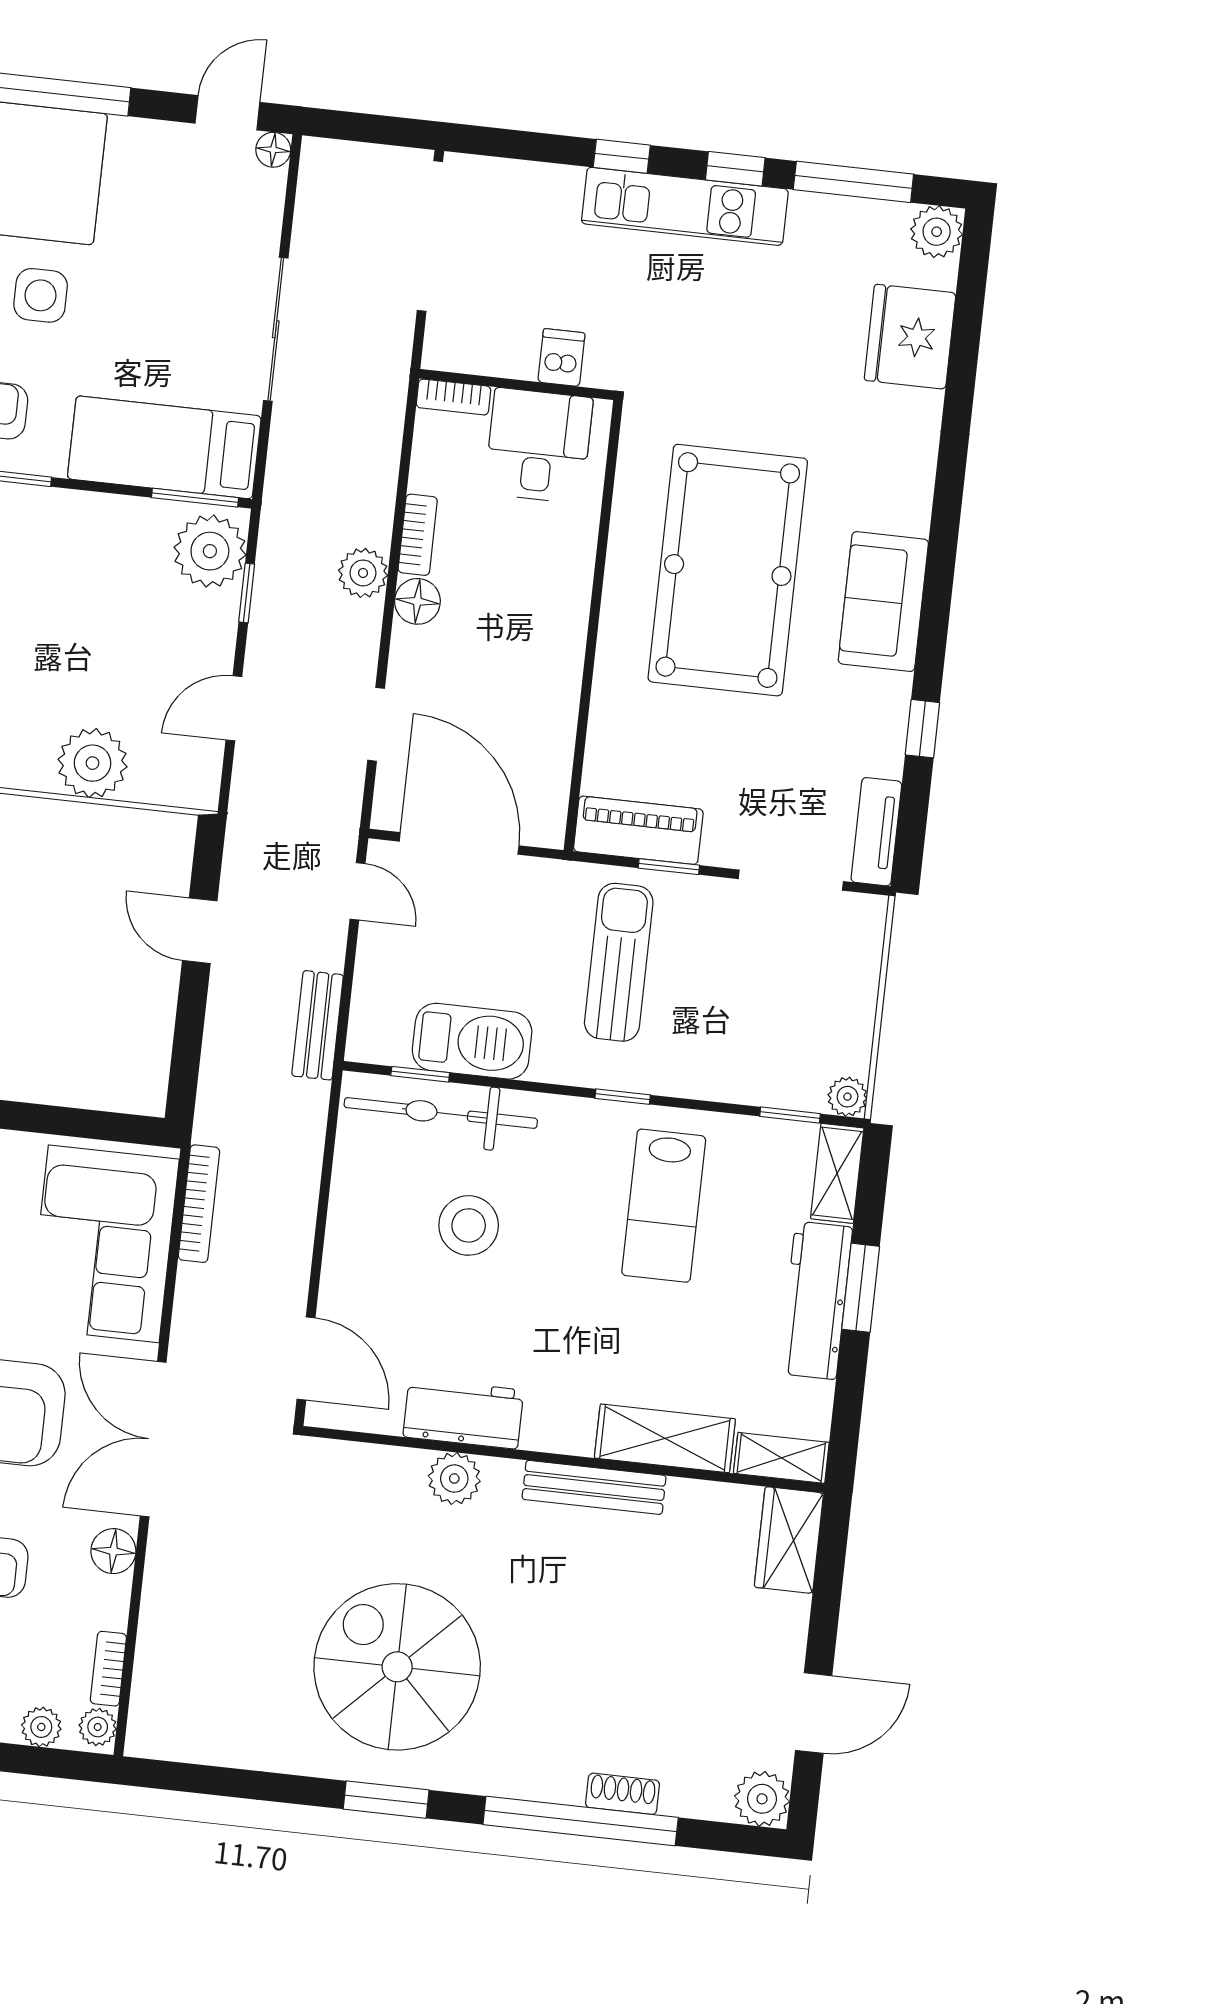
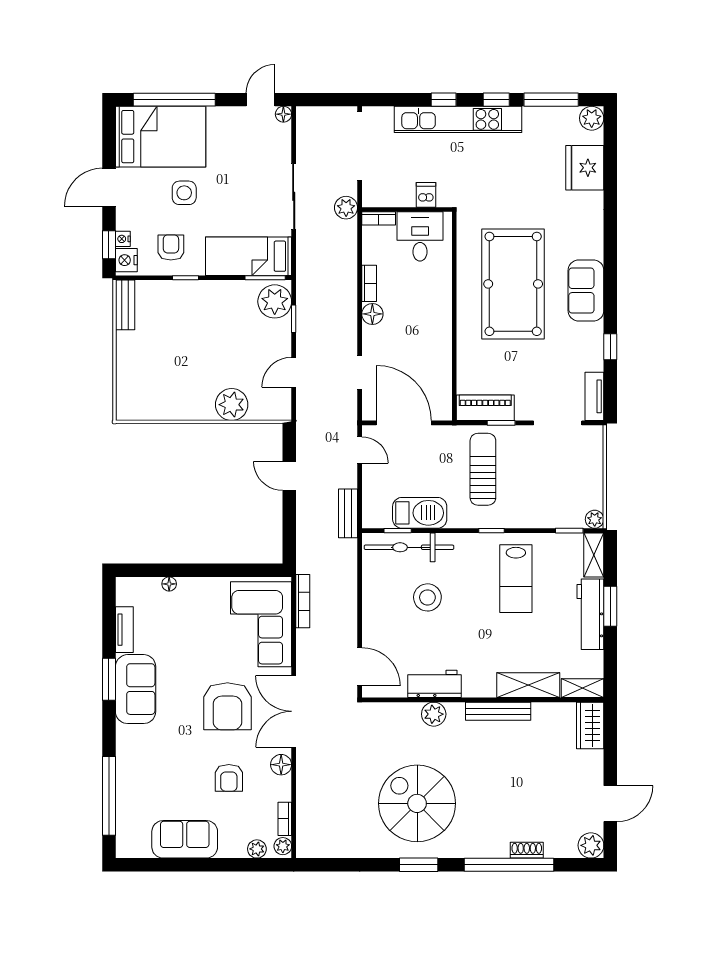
kitchen unit: (685, 206) -> (458, 119), width x1.36
plant: (363, 573) -> (346, 208), moved

